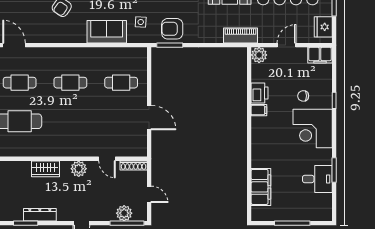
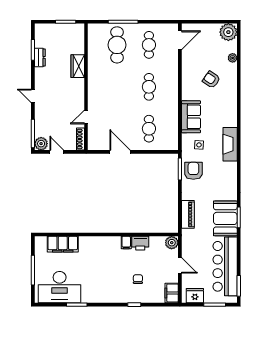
piano: (240, 35) -> (188, 214), moved
door: (149, 118) -> (120, 152), swing flipped
corner desk: (313, 128) -> (111, 287), removed
plant: (79, 169) -> (78, 94), removed
desk: (317, 179) -> (60, 287), width x1.87, depth x1.30
door: (149, 194) -> (57, 152), swing flipped
plant: (124, 213) -> (41, 144), moved
dresser: (40, 215) -> (40, 57), width x0.70

